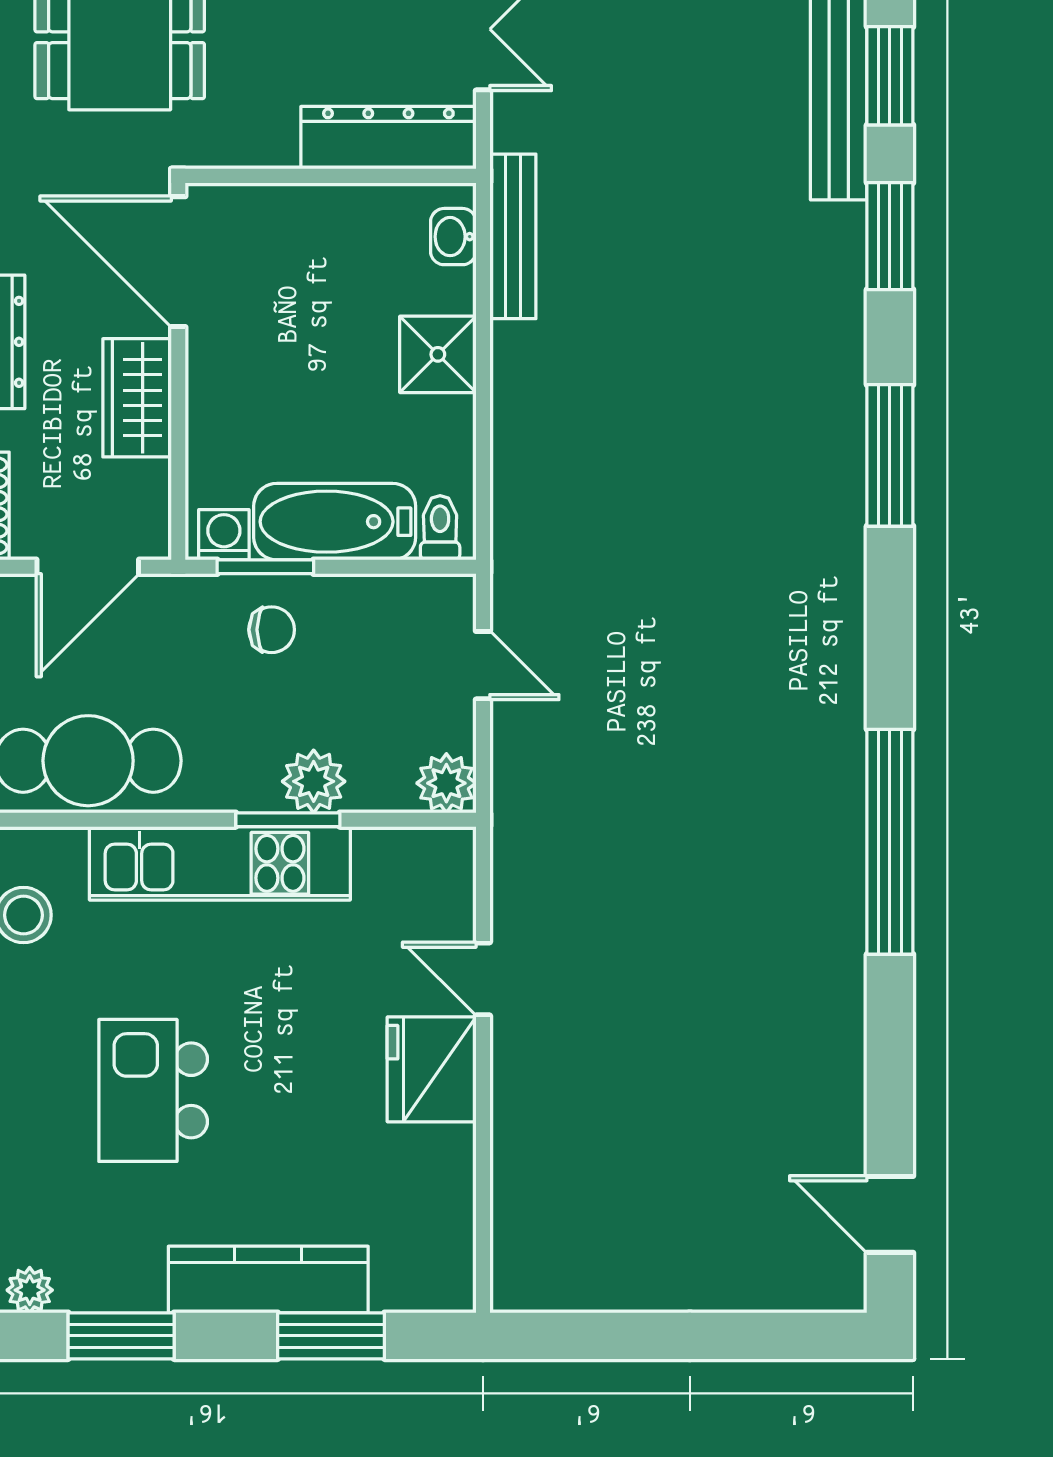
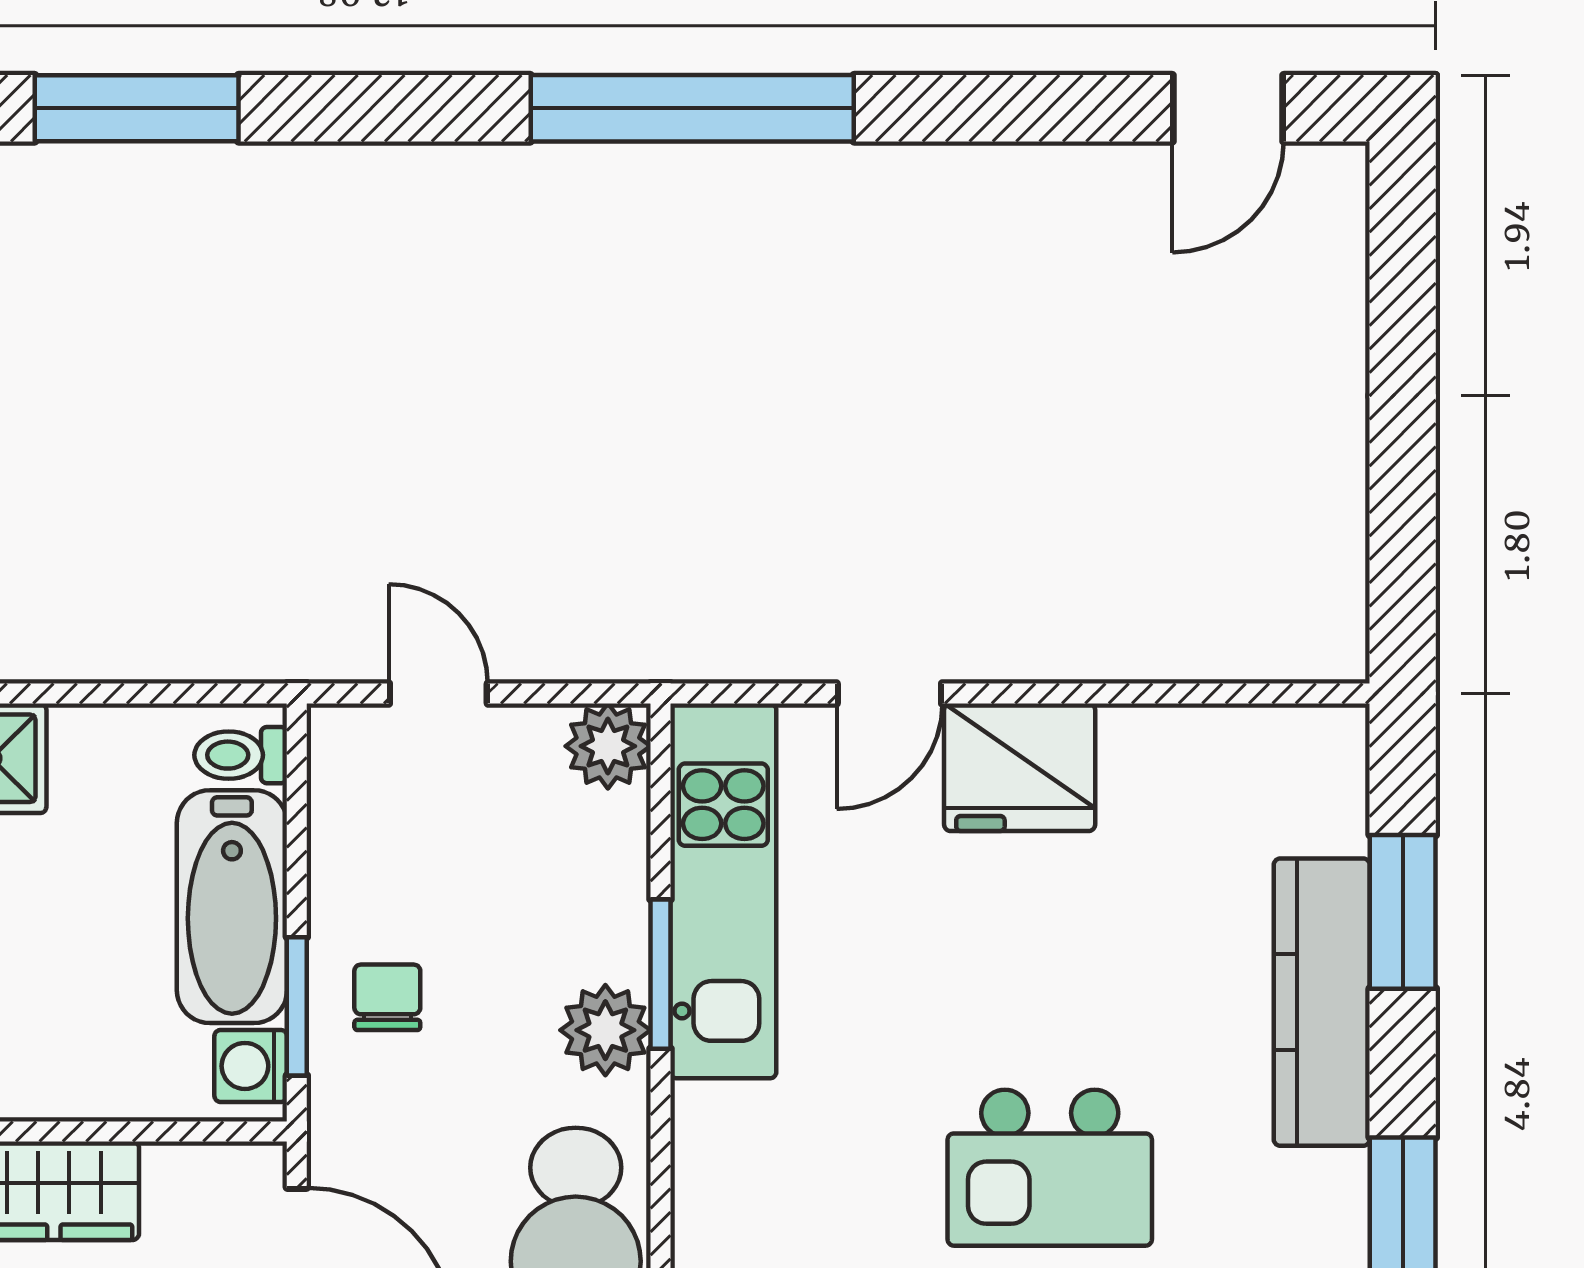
door: (483, 665) -> (438, 693), hinge flipped
plant: (314, 781) -> (605, 1030), moved
kitchen unit: (220, 863) -> (723, 891), moved

